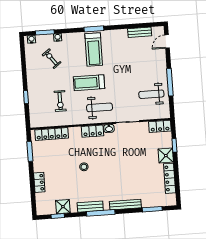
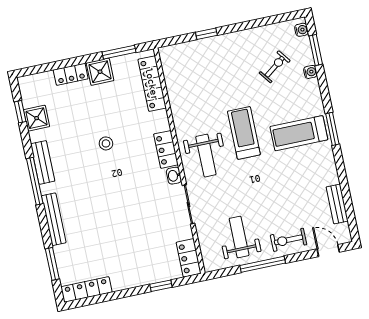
exercise bike: (60, 101) -> (289, 240), moved
shower: (166, 156) -> (100, 72), moved
locker: (170, 178) -> (86, 289), moved

